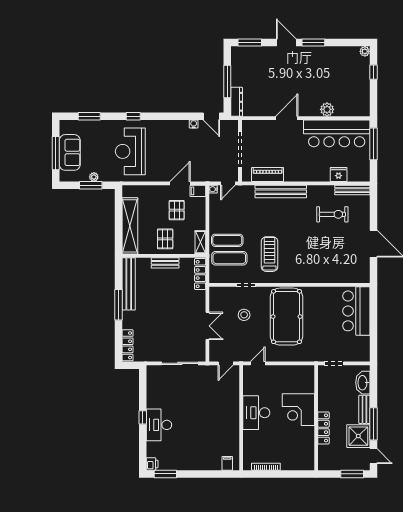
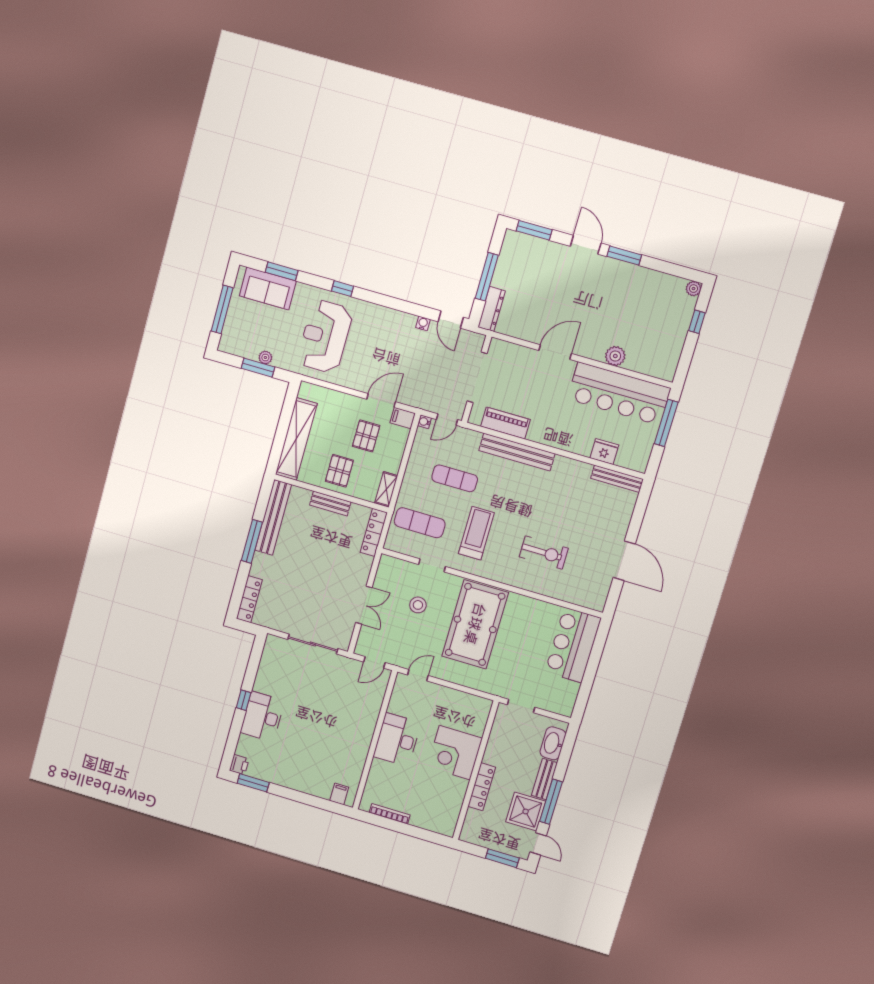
sofa: (70, 152) -> (268, 288), moved, turned 90
exercise bike: (332, 214) -> (544, 553), moved
exercise mat: (227, 240) -> (455, 478), moved

